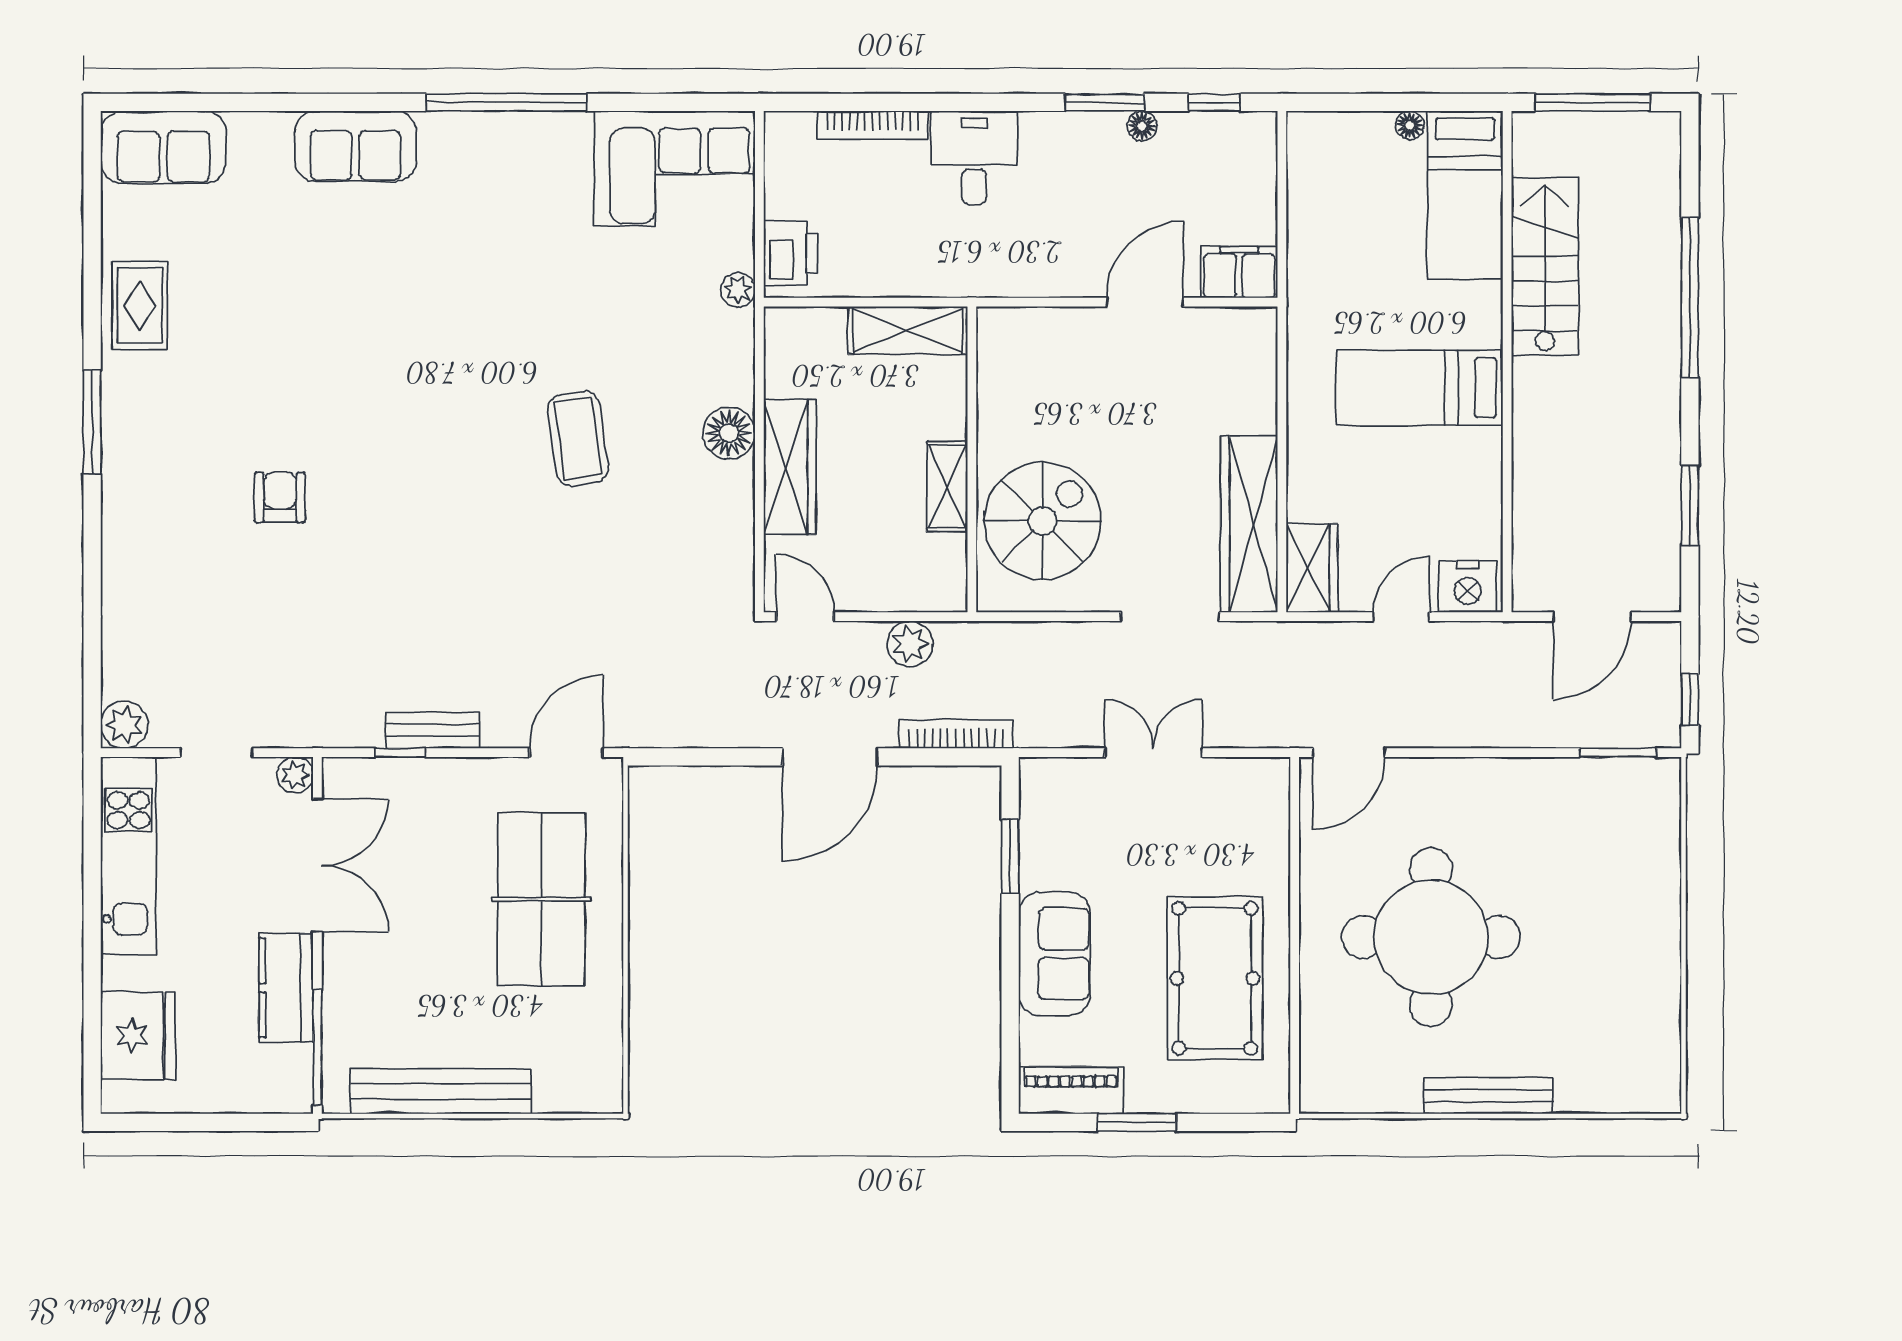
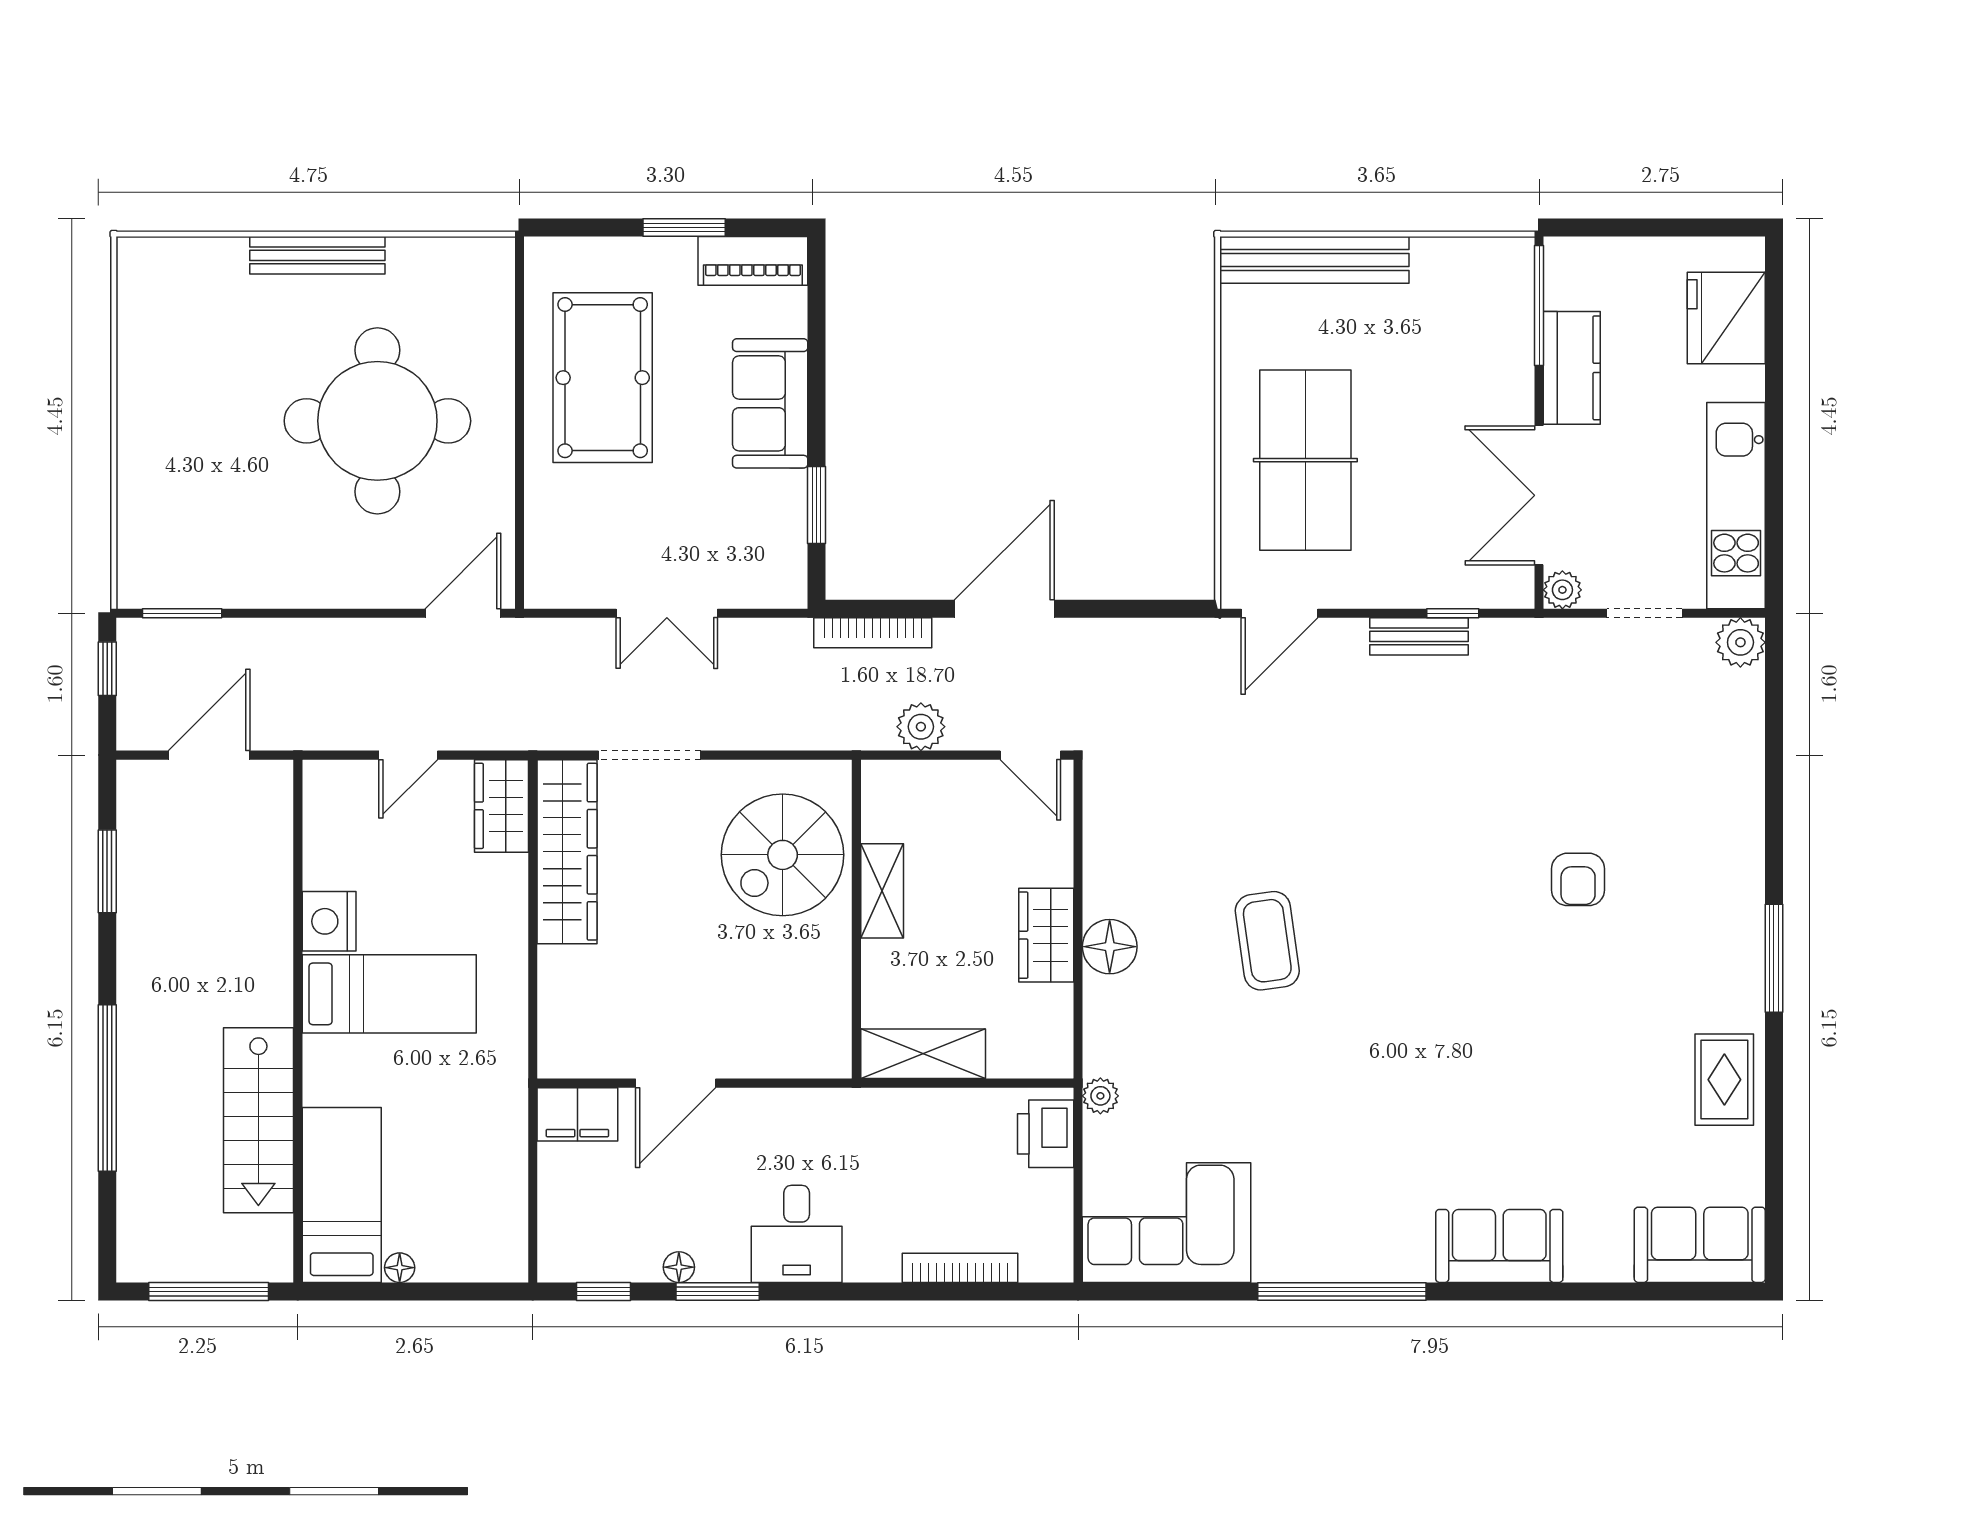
desk: (974, 158) -> (797, 1234), moved
wardrobe: (790, 467) -> (1046, 935), width x0.67
nightstand: (1468, 587) -> (329, 921), moved, turned -90
bench: (441, 1091) -> (1314, 260), moved

